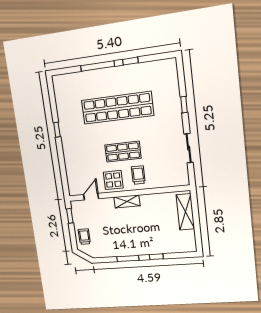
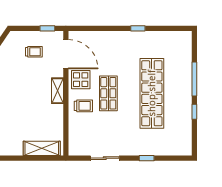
door: (91, 197) -> (66, 54), width x1.88
trolley: (84, 237) -> (34, 52), moved

